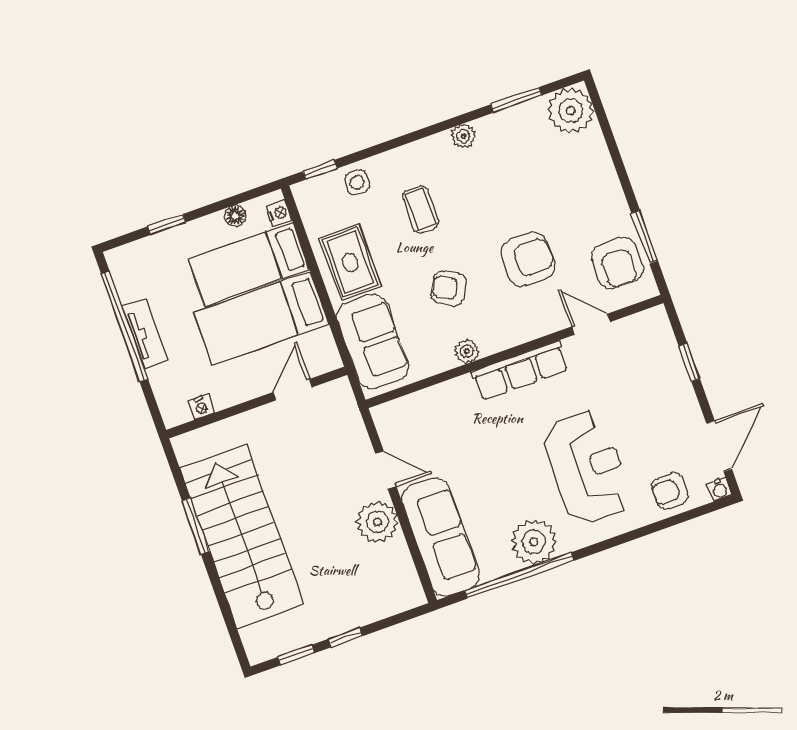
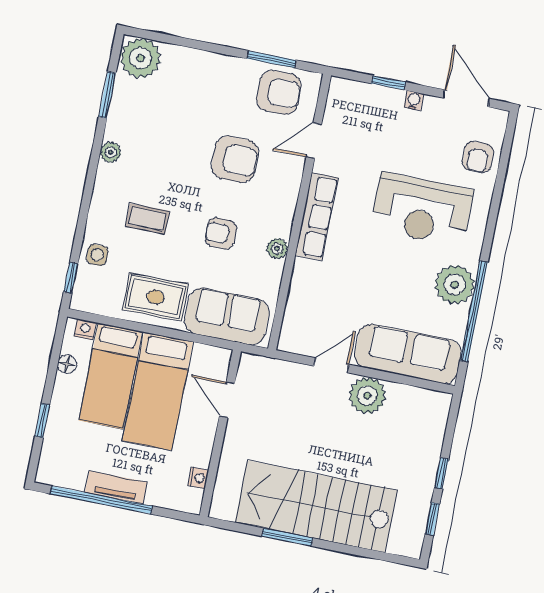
armchair: (528, 259) -> (235, 159), turned 90
armchair: (449, 288) -> (221, 233), turned 60
reception desk: (587, 467) -> (422, 209), turned 180
water cooler: (720, 489) -> (414, 101), moved, turned -90

